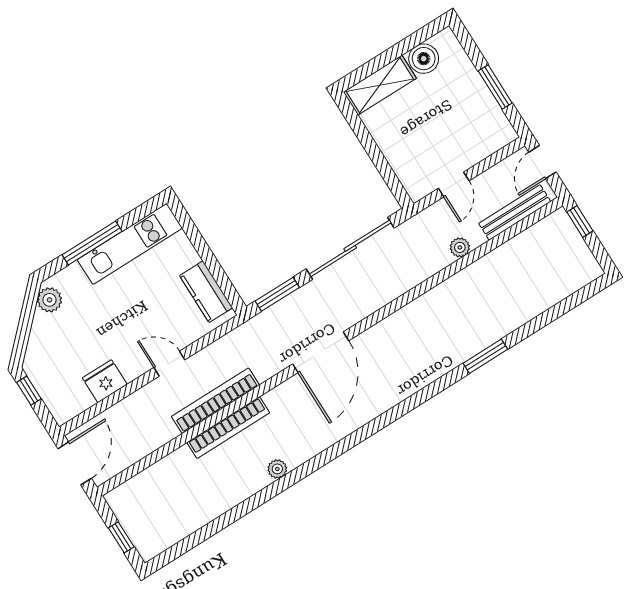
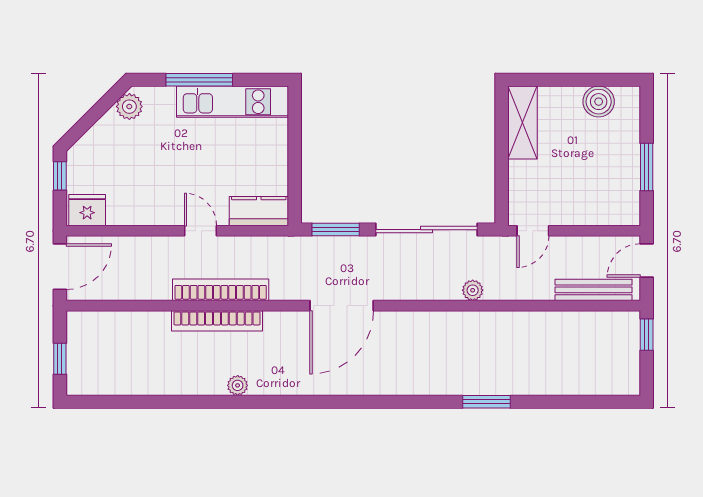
shelving: (380, 85) -> (523, 123), moved, turned 90
door: (454, 185) -> (533, 231), moved
plant: (460, 247) -> (473, 290), moved
kitchen counter: (206, 292) -> (259, 211), moved, turned 90
fridge: (105, 381) -> (87, 210), moved

